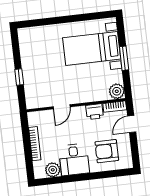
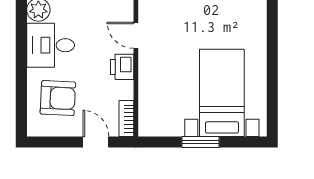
plant: (117, 91) -> (150, 125), removed
printer: (95, 112) -> (122, 67), moved
armchair: (107, 151) -> (58, 98), turned 93

